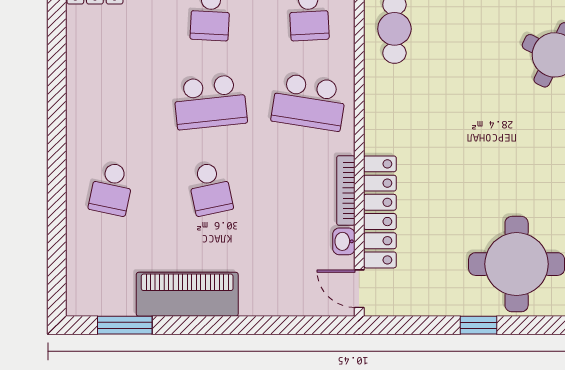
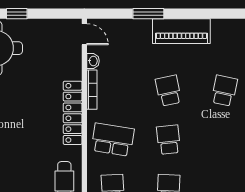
school desk: (210, 102) -> (168, 140), width x0.54
locker: (380, 212) -> (73, 113), moved
window: (125, 325) -> (148, 14), moved

